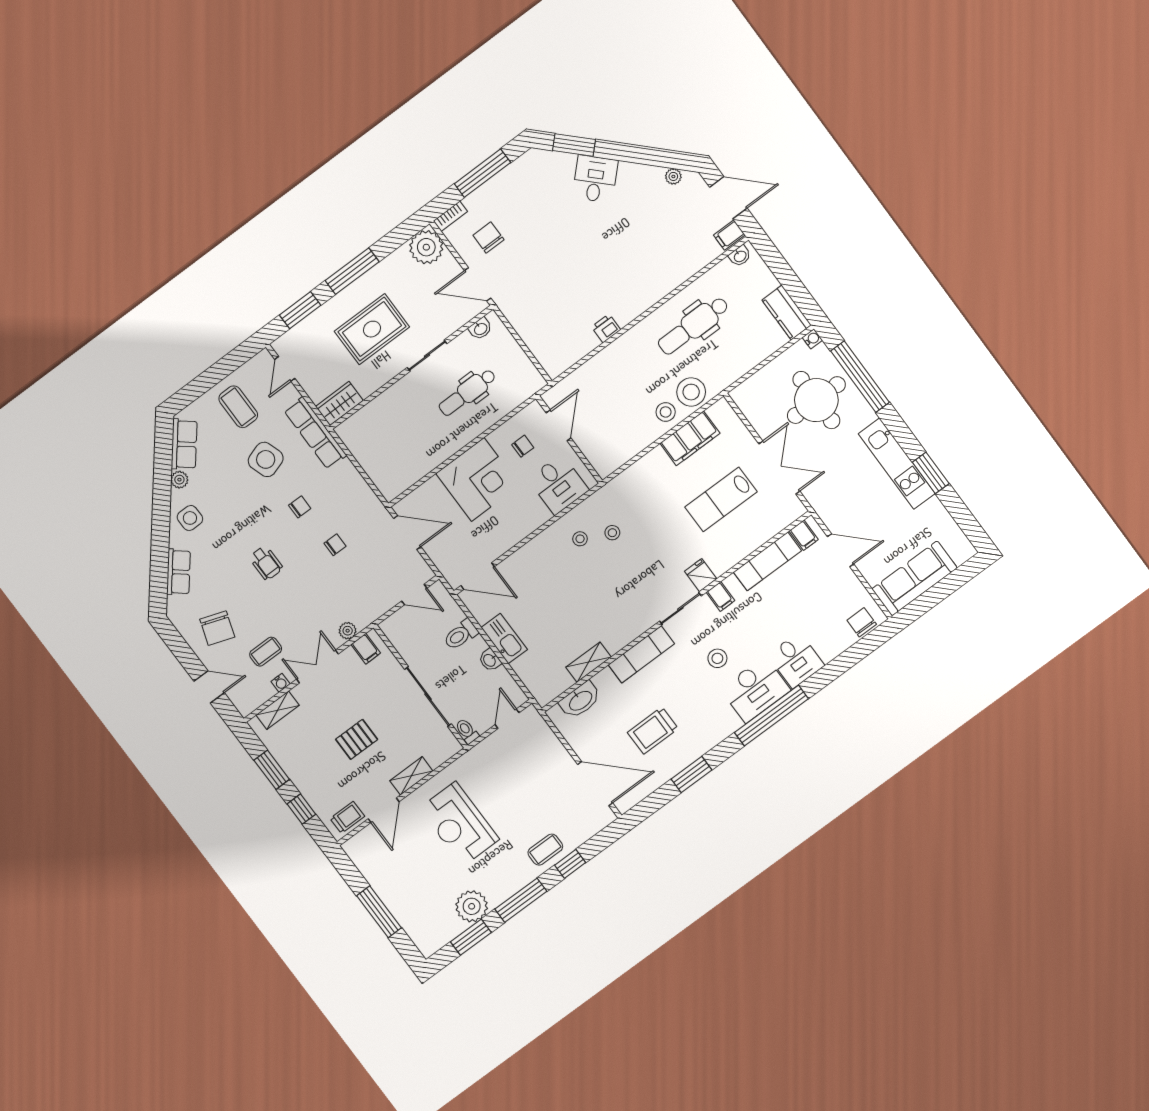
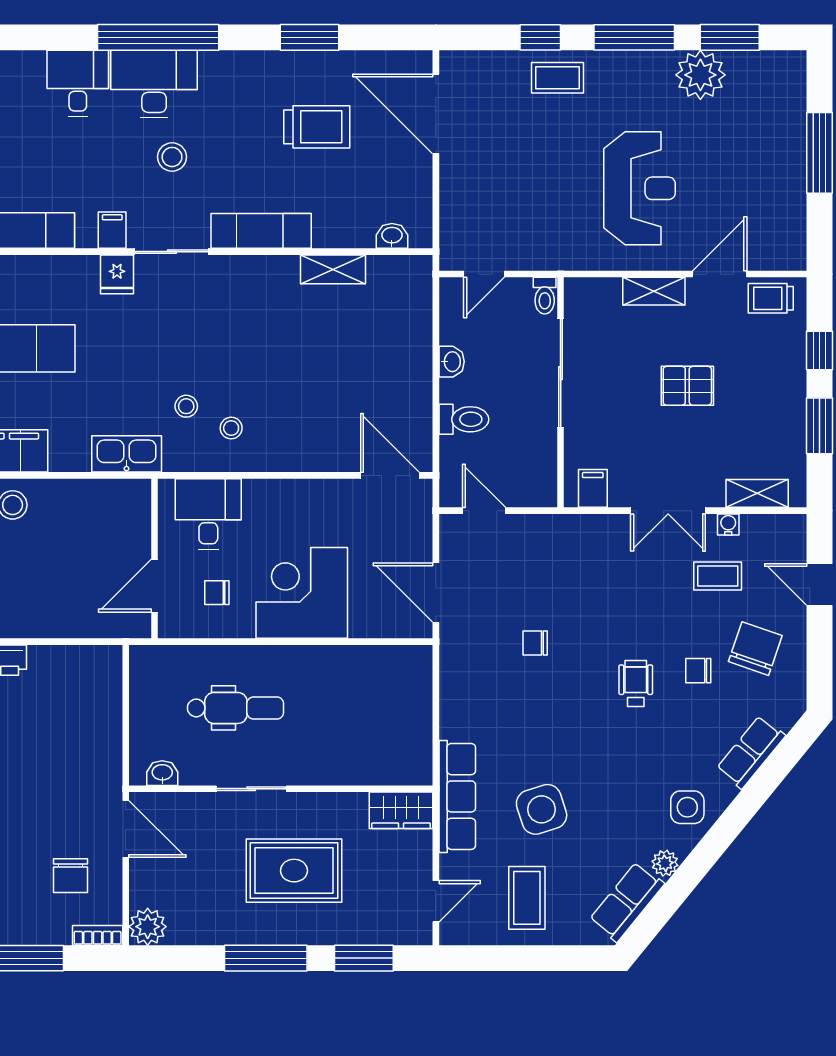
plant: (426, 247) -> (148, 927), width x0.73, depth x0.73
chair: (300, 507) -> (698, 671), moved
plant: (348, 631) -> (598, 527), removed
kitchen sink: (504, 639) -> (127, 454), moved, turned 90
washbasin: (580, 700) -> (392, 236), width x0.52, depth x0.69

